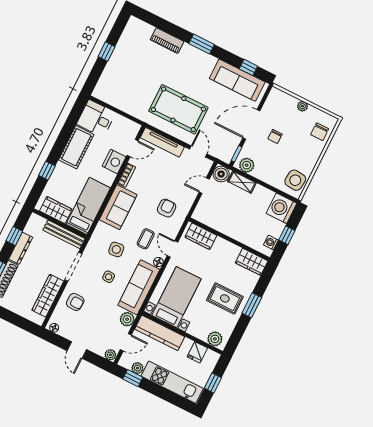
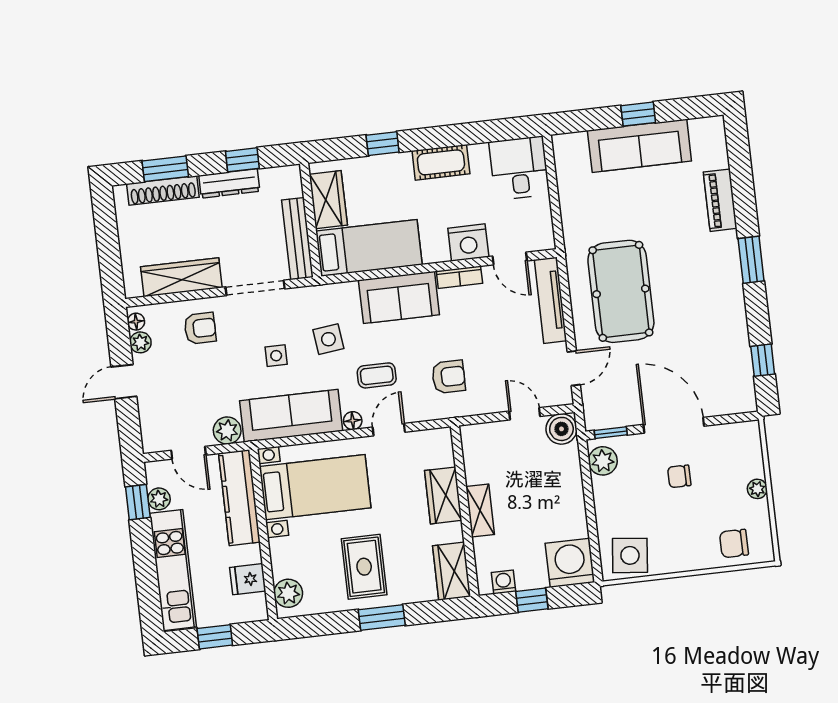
sofa: (237, 80) -> (639, 146), moved, turned -90
cot: (76, 147) -> (441, 162), width x0.73, depth x0.75
shelving: (242, 182) -> (480, 511), moved
wardrobe: (201, 236) -> (443, 495), moved
armchair: (75, 302) -> (200, 328), turned -92
plant: (110, 355) -> (140, 342), moved

